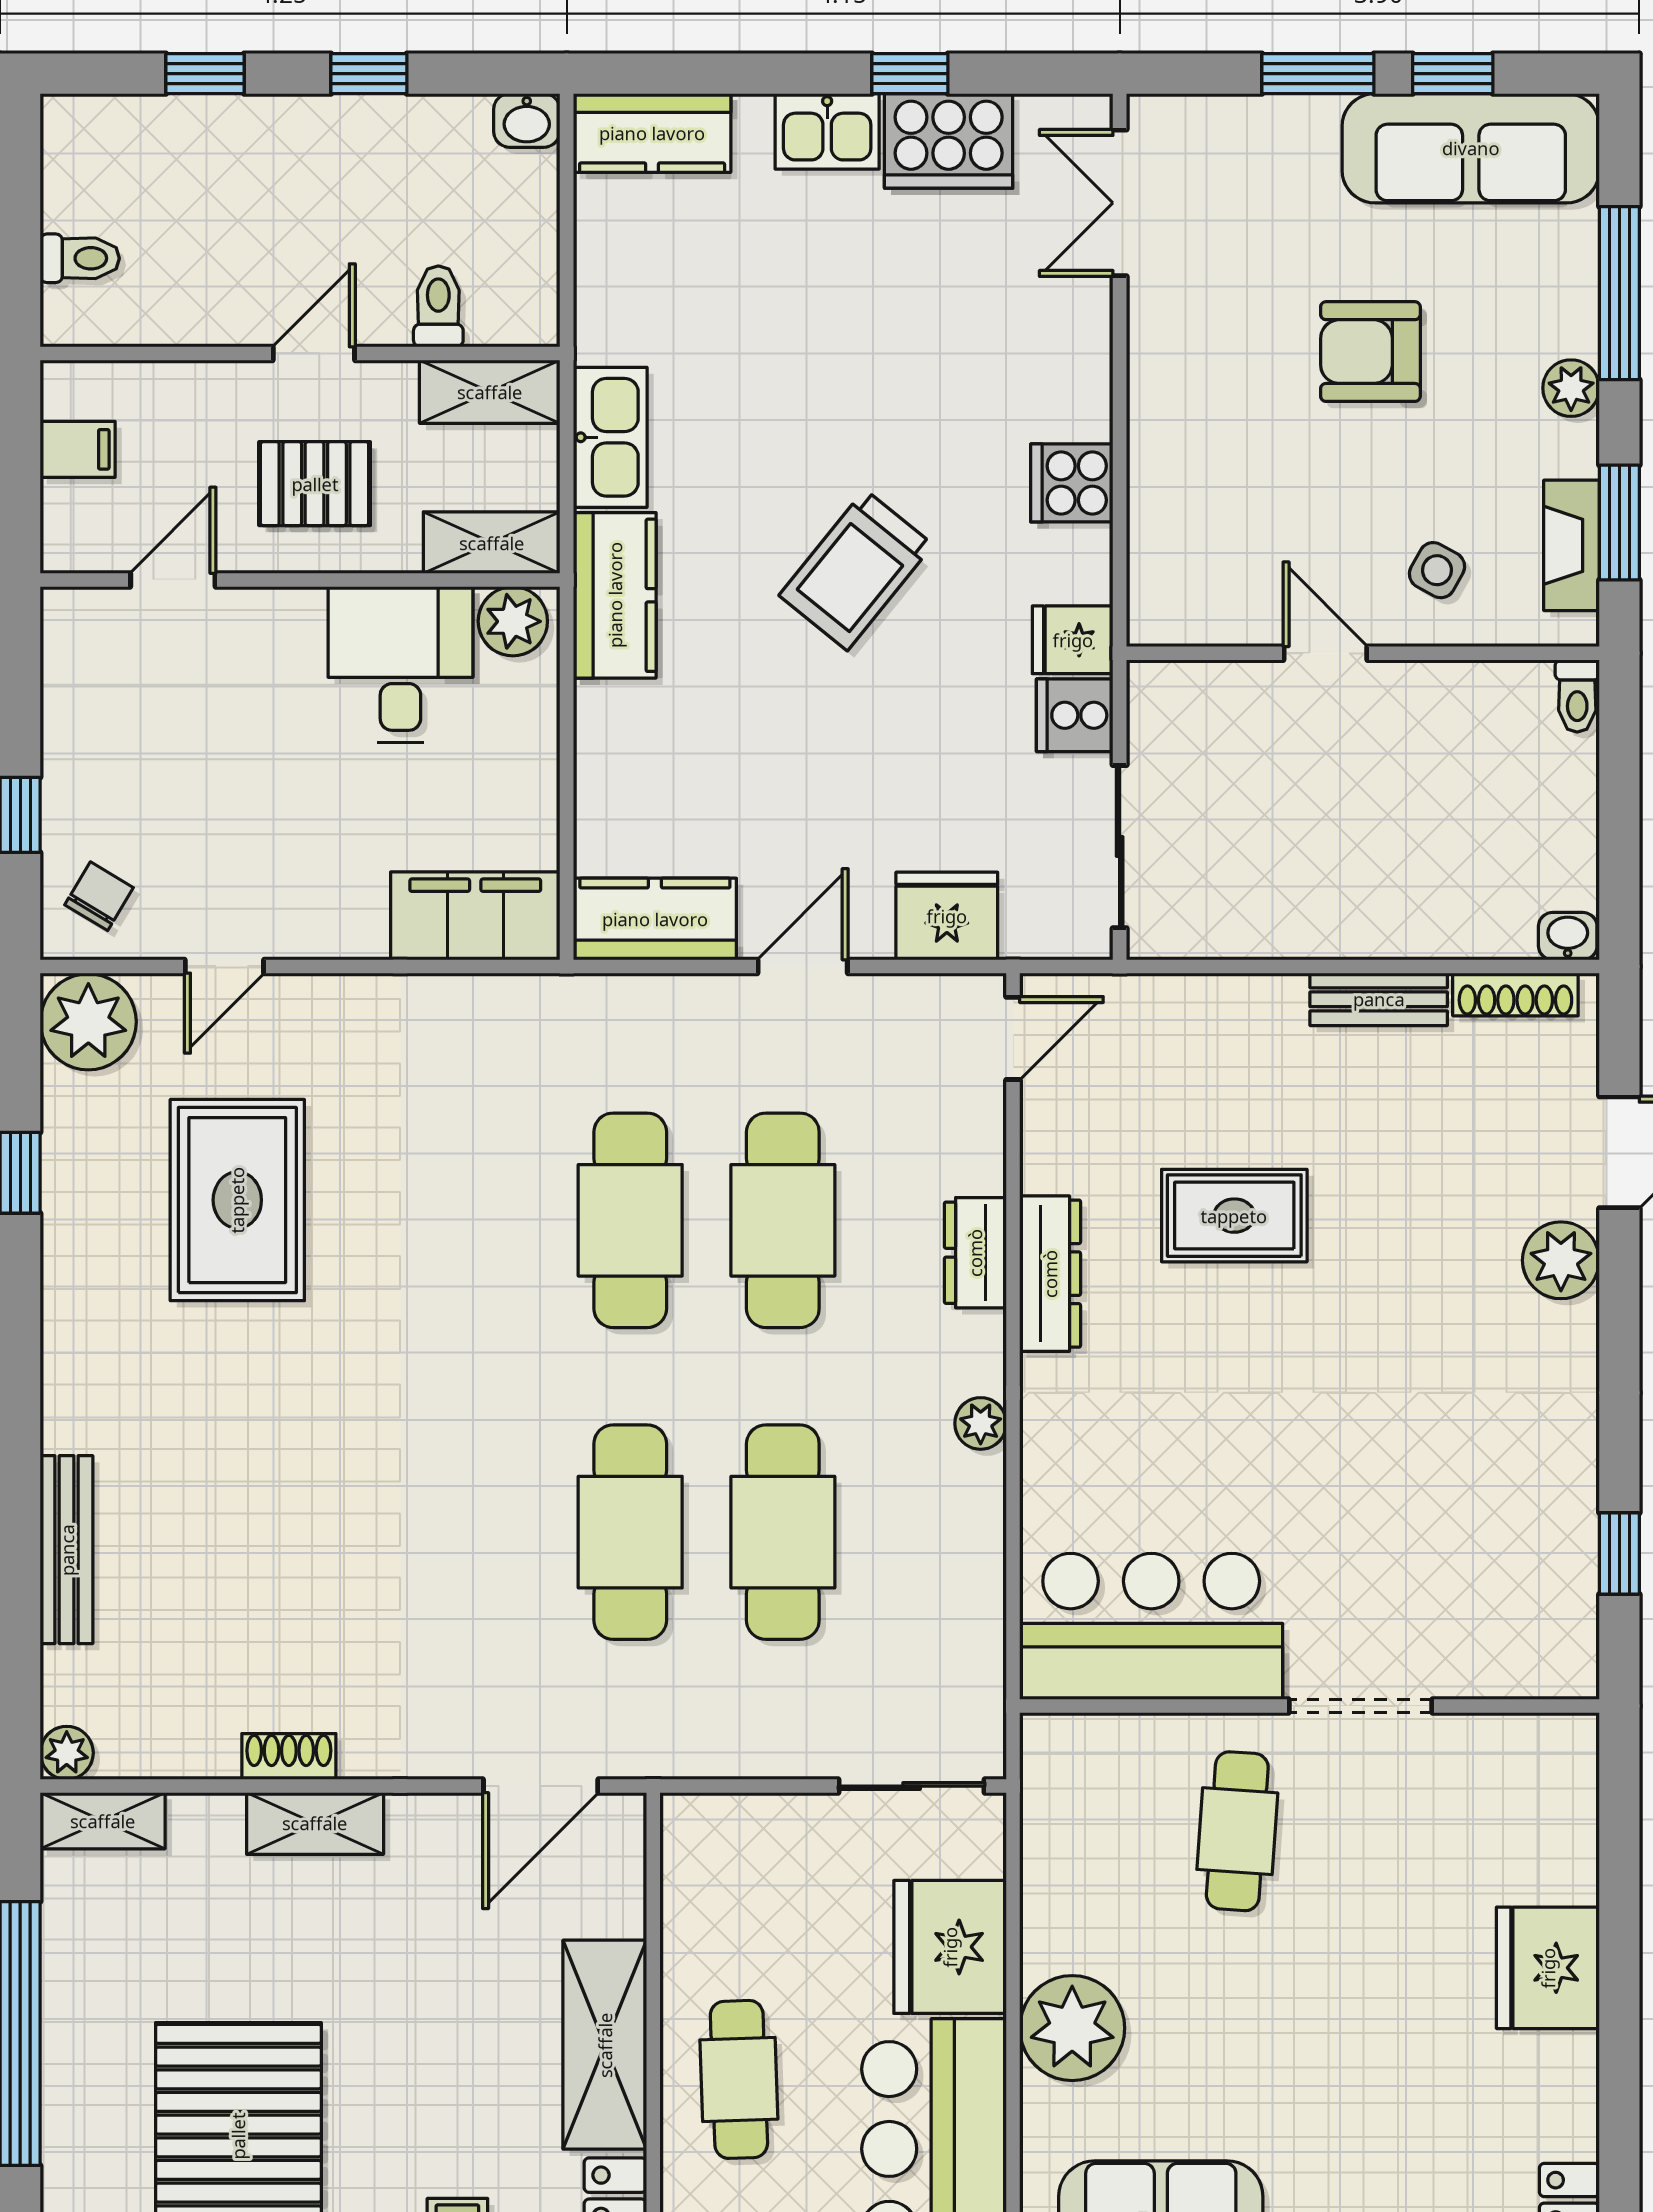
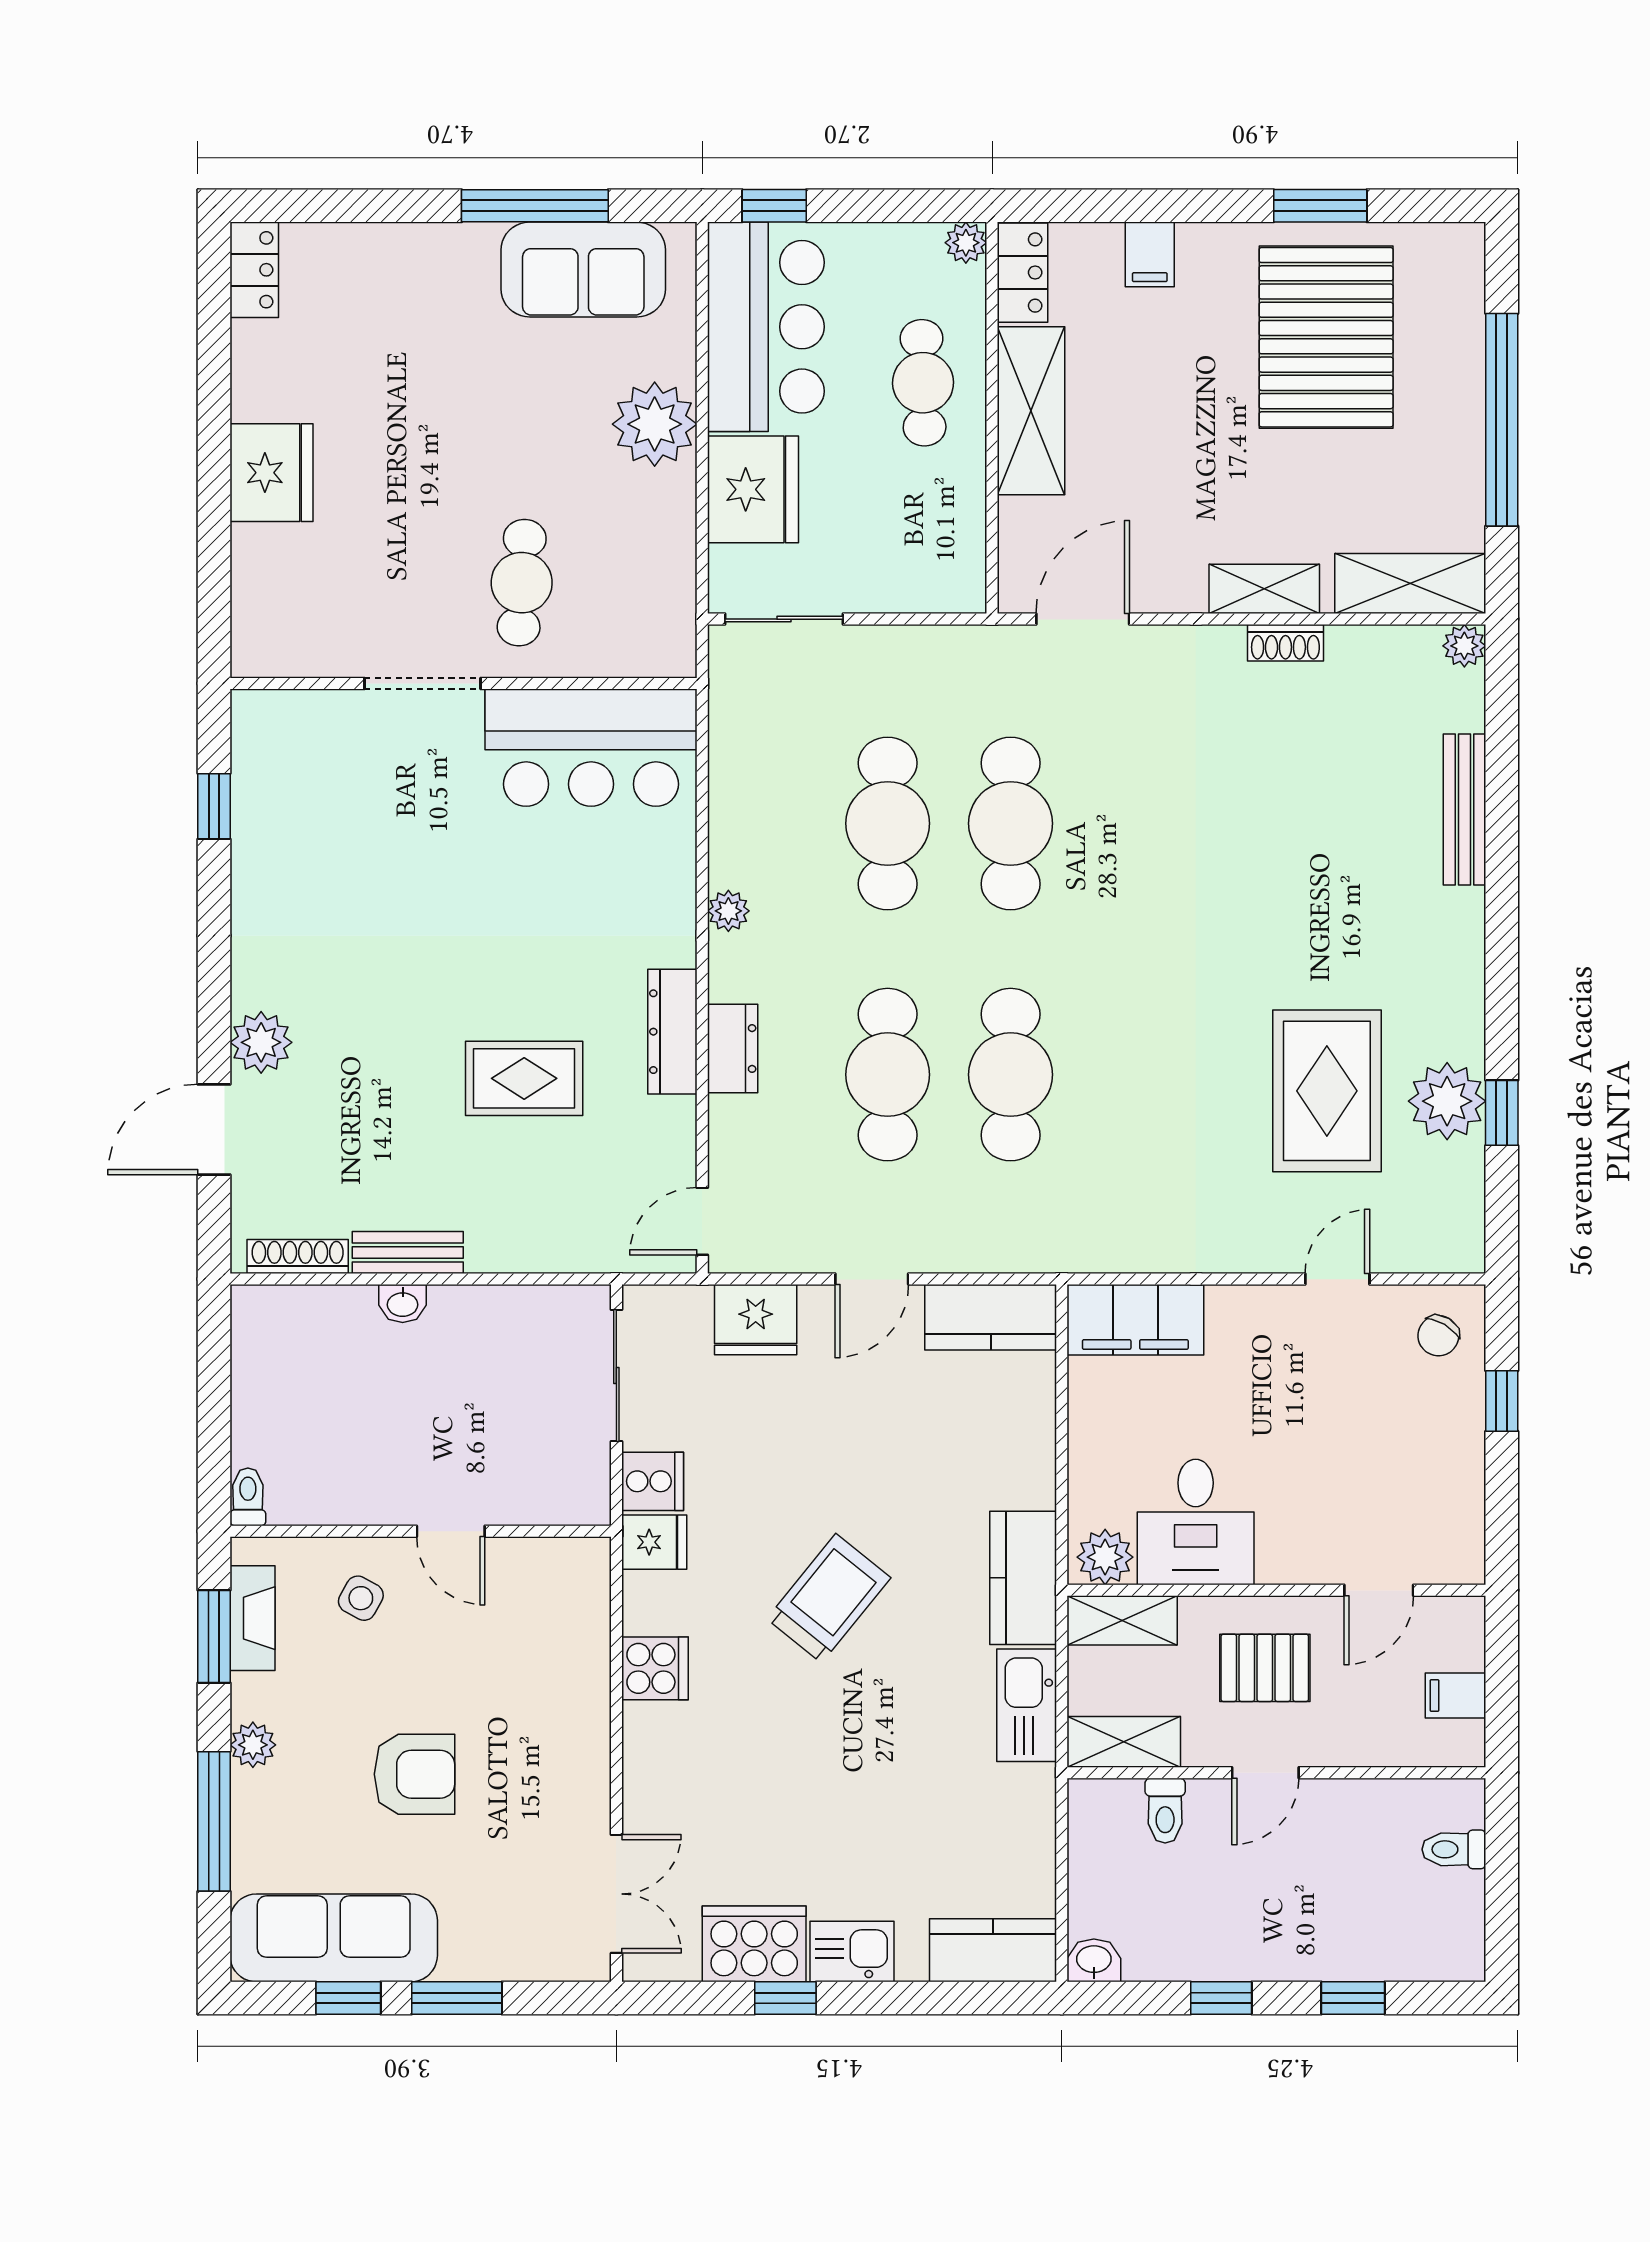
washbasin: (1568, 936) -> (403, 1303), moved
plant: (88, 1022) -> (1447, 1101), moved
shelving: (103, 1821) -> (1410, 583), width x1.50, depth x1.33

